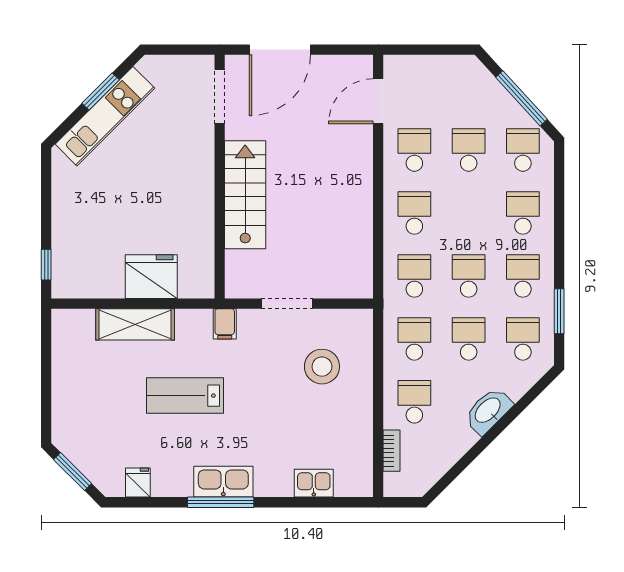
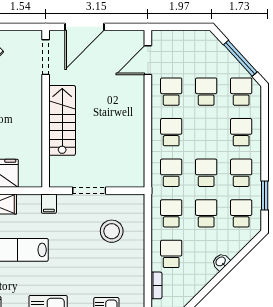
washbasin: (488, 411) -> (221, 262), width x0.52, depth x0.69

